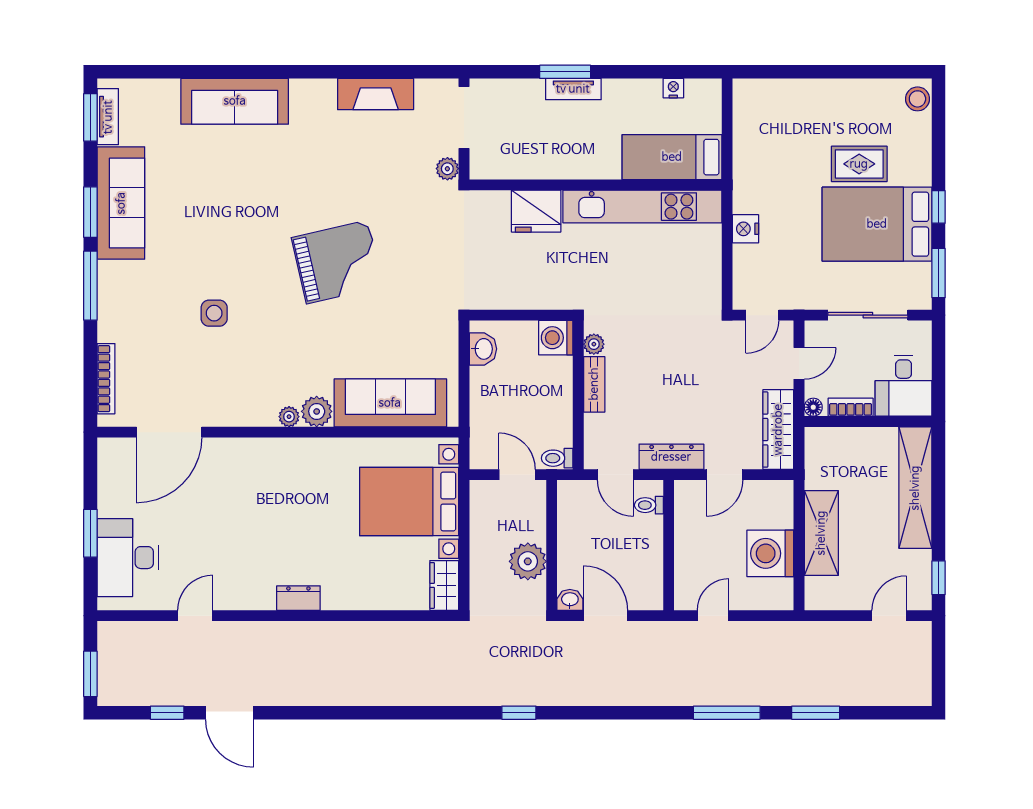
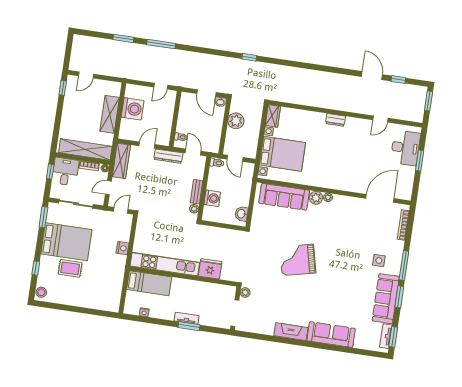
fireplace: (376, 94) -> (291, 332), moved
window: (939, 207) -> (36, 268), moved
side table: (214, 313) -> (379, 261), moved
washing machine: (556, 338) -> (212, 198), moved
window: (939, 380) -> (50, 172), added
shelving: (915, 488) -> (85, 150), moved, turned 90

